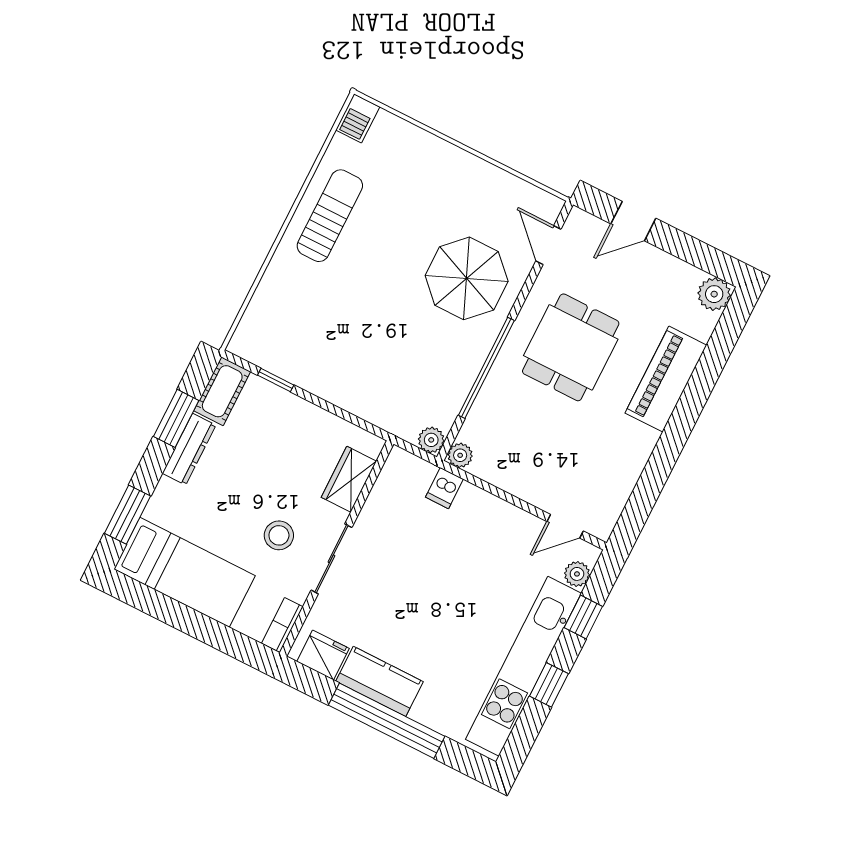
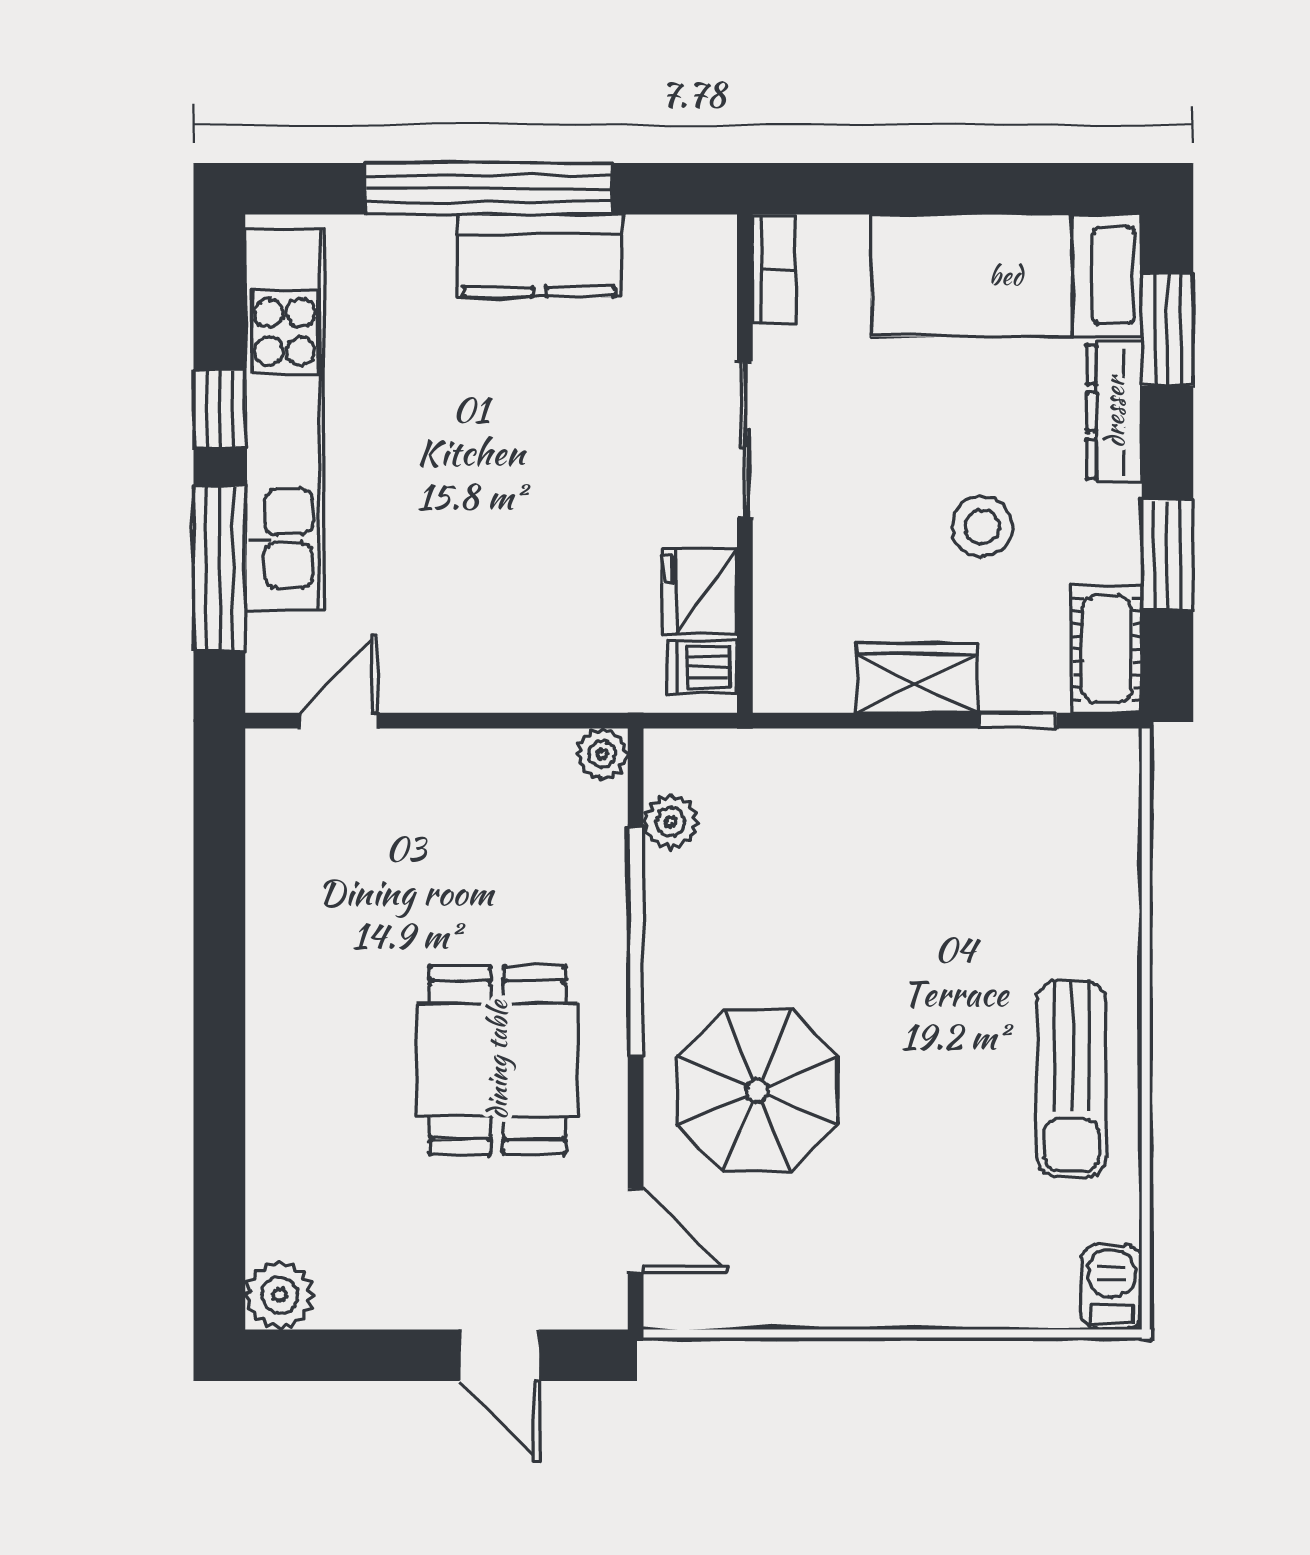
door: (633, 221) -> (500, 1355), swing flipped
piano: (666, 379) -> (289, 1091), removed
plant: (431, 440) -> (671, 822), moved
dresser: (189, 449) -> (1114, 412), moved
wardrobe: (349, 479) -> (917, 678), moved, turned -90
dishwasher: (444, 488) -> (702, 667), moved, turned -90
stool: (279, 535) -> (982, 527), moved
plant: (577, 574) -> (272, 643), removed
window: (583, 617) -> (219, 568), width x2.17
fridge: (323, 655) -> (700, 591), moved, turned 90

